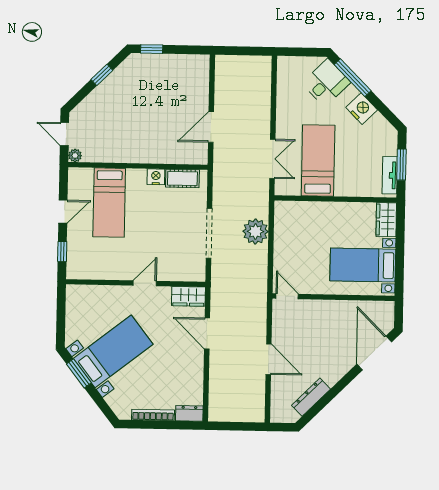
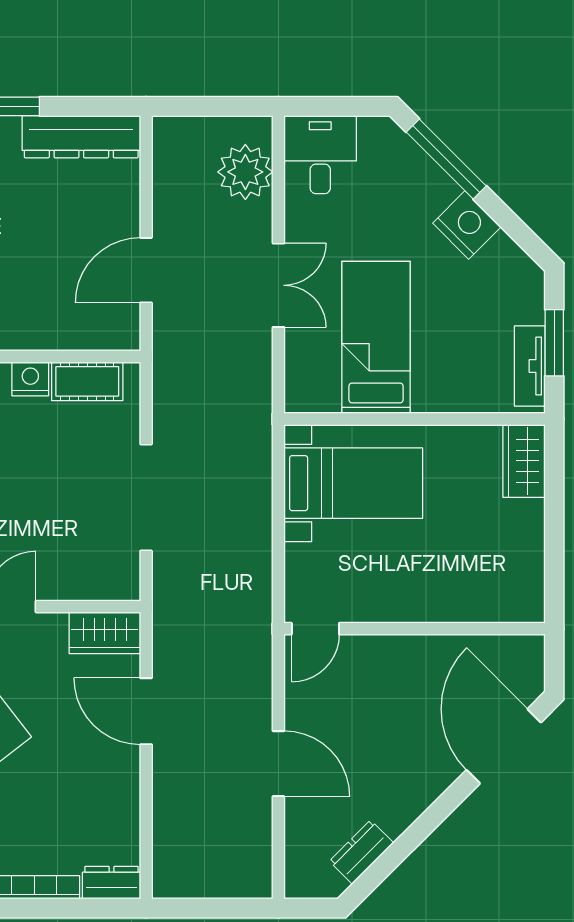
dresser: (182, 64) -> (81, 137), added
desk: (326, 83) -> (320, 155), moved, turned -45
double door: (272, 159) -> (278, 285), moved
plant: (255, 231) -> (245, 172), moved
bed with nightstands: (363, 265) -> (353, 483), moved, turned 180
door: (287, 296) -> (315, 629), swing flipped
dresser: (311, 397) -> (361, 852), width x0.70

